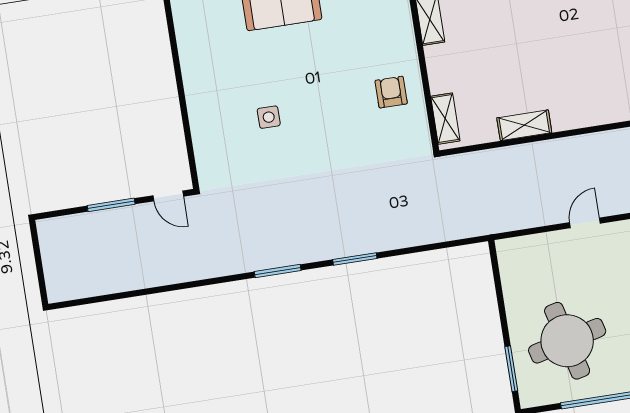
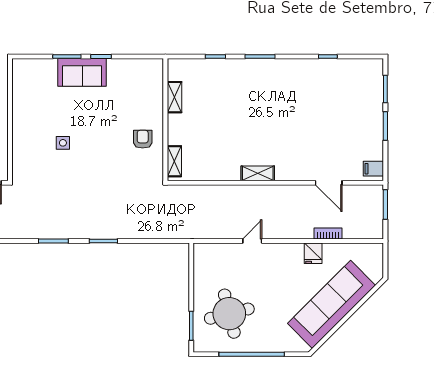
shelving: (524, 125) -> (258, 173), moved

